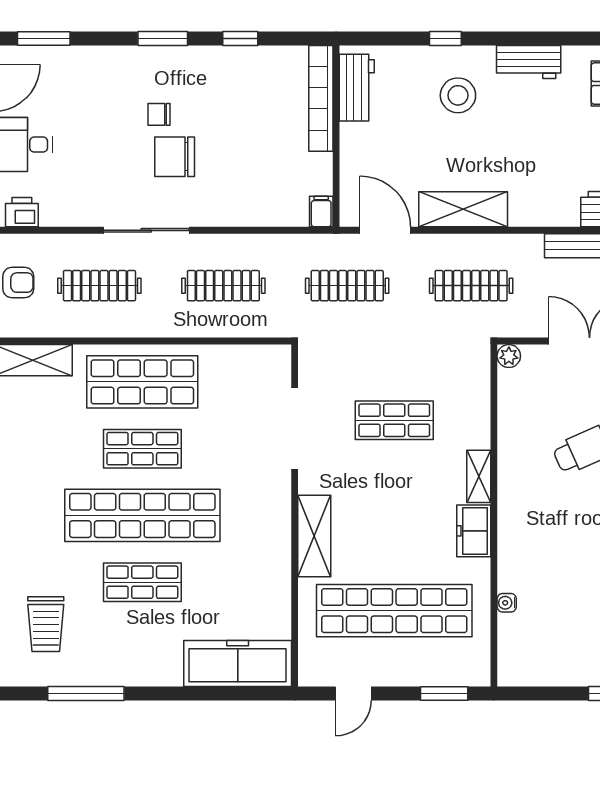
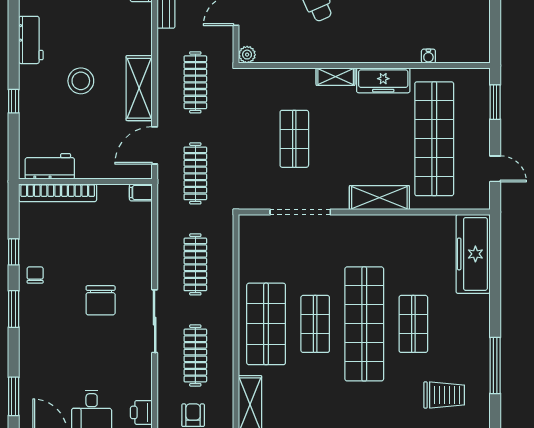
stool: (458, 95) -> (81, 81), moved
chair: (159, 114) -> (35, 275), moved, turned 180
freezer: (474, 531) -> (383, 80), width x1.40

